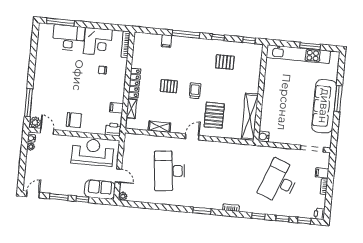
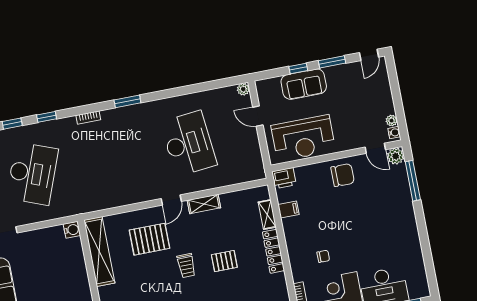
pallet: (214, 115) -> (149, 239), turned 90
chair: (74, 120) -> (343, 175), turned 180
shelving: (159, 127) -> (204, 204), moved
sofa: (100, 190) -> (304, 84), moved

